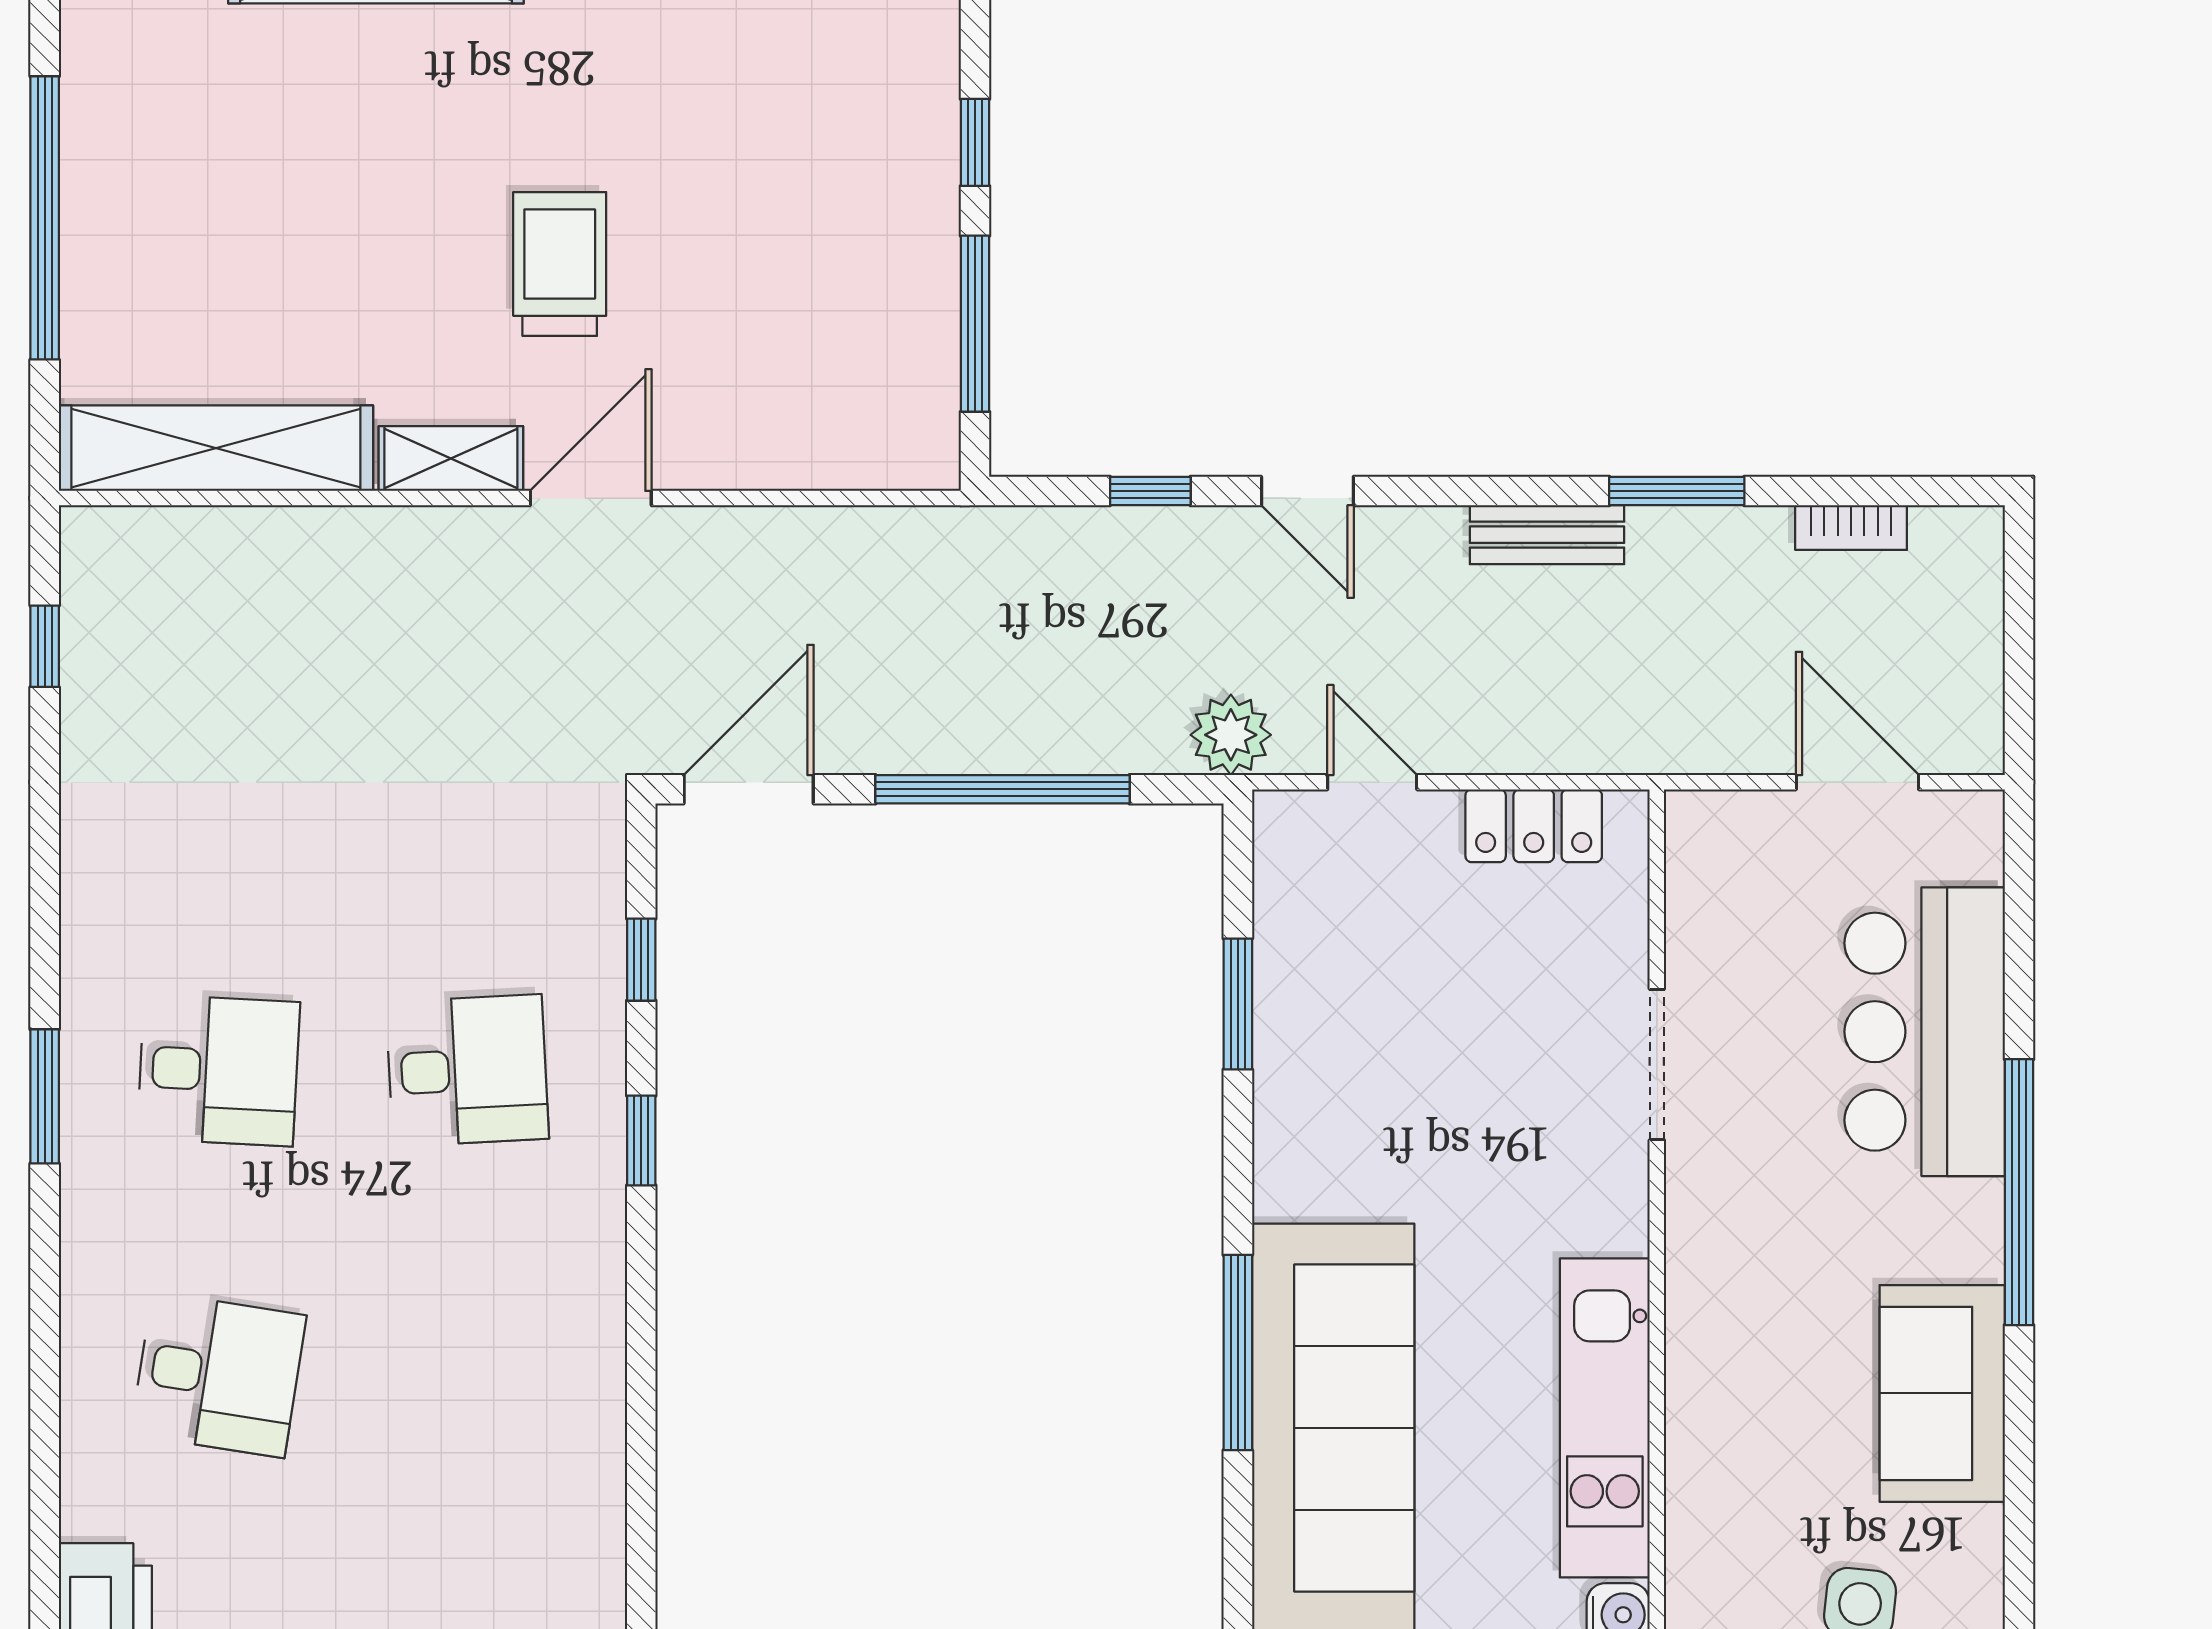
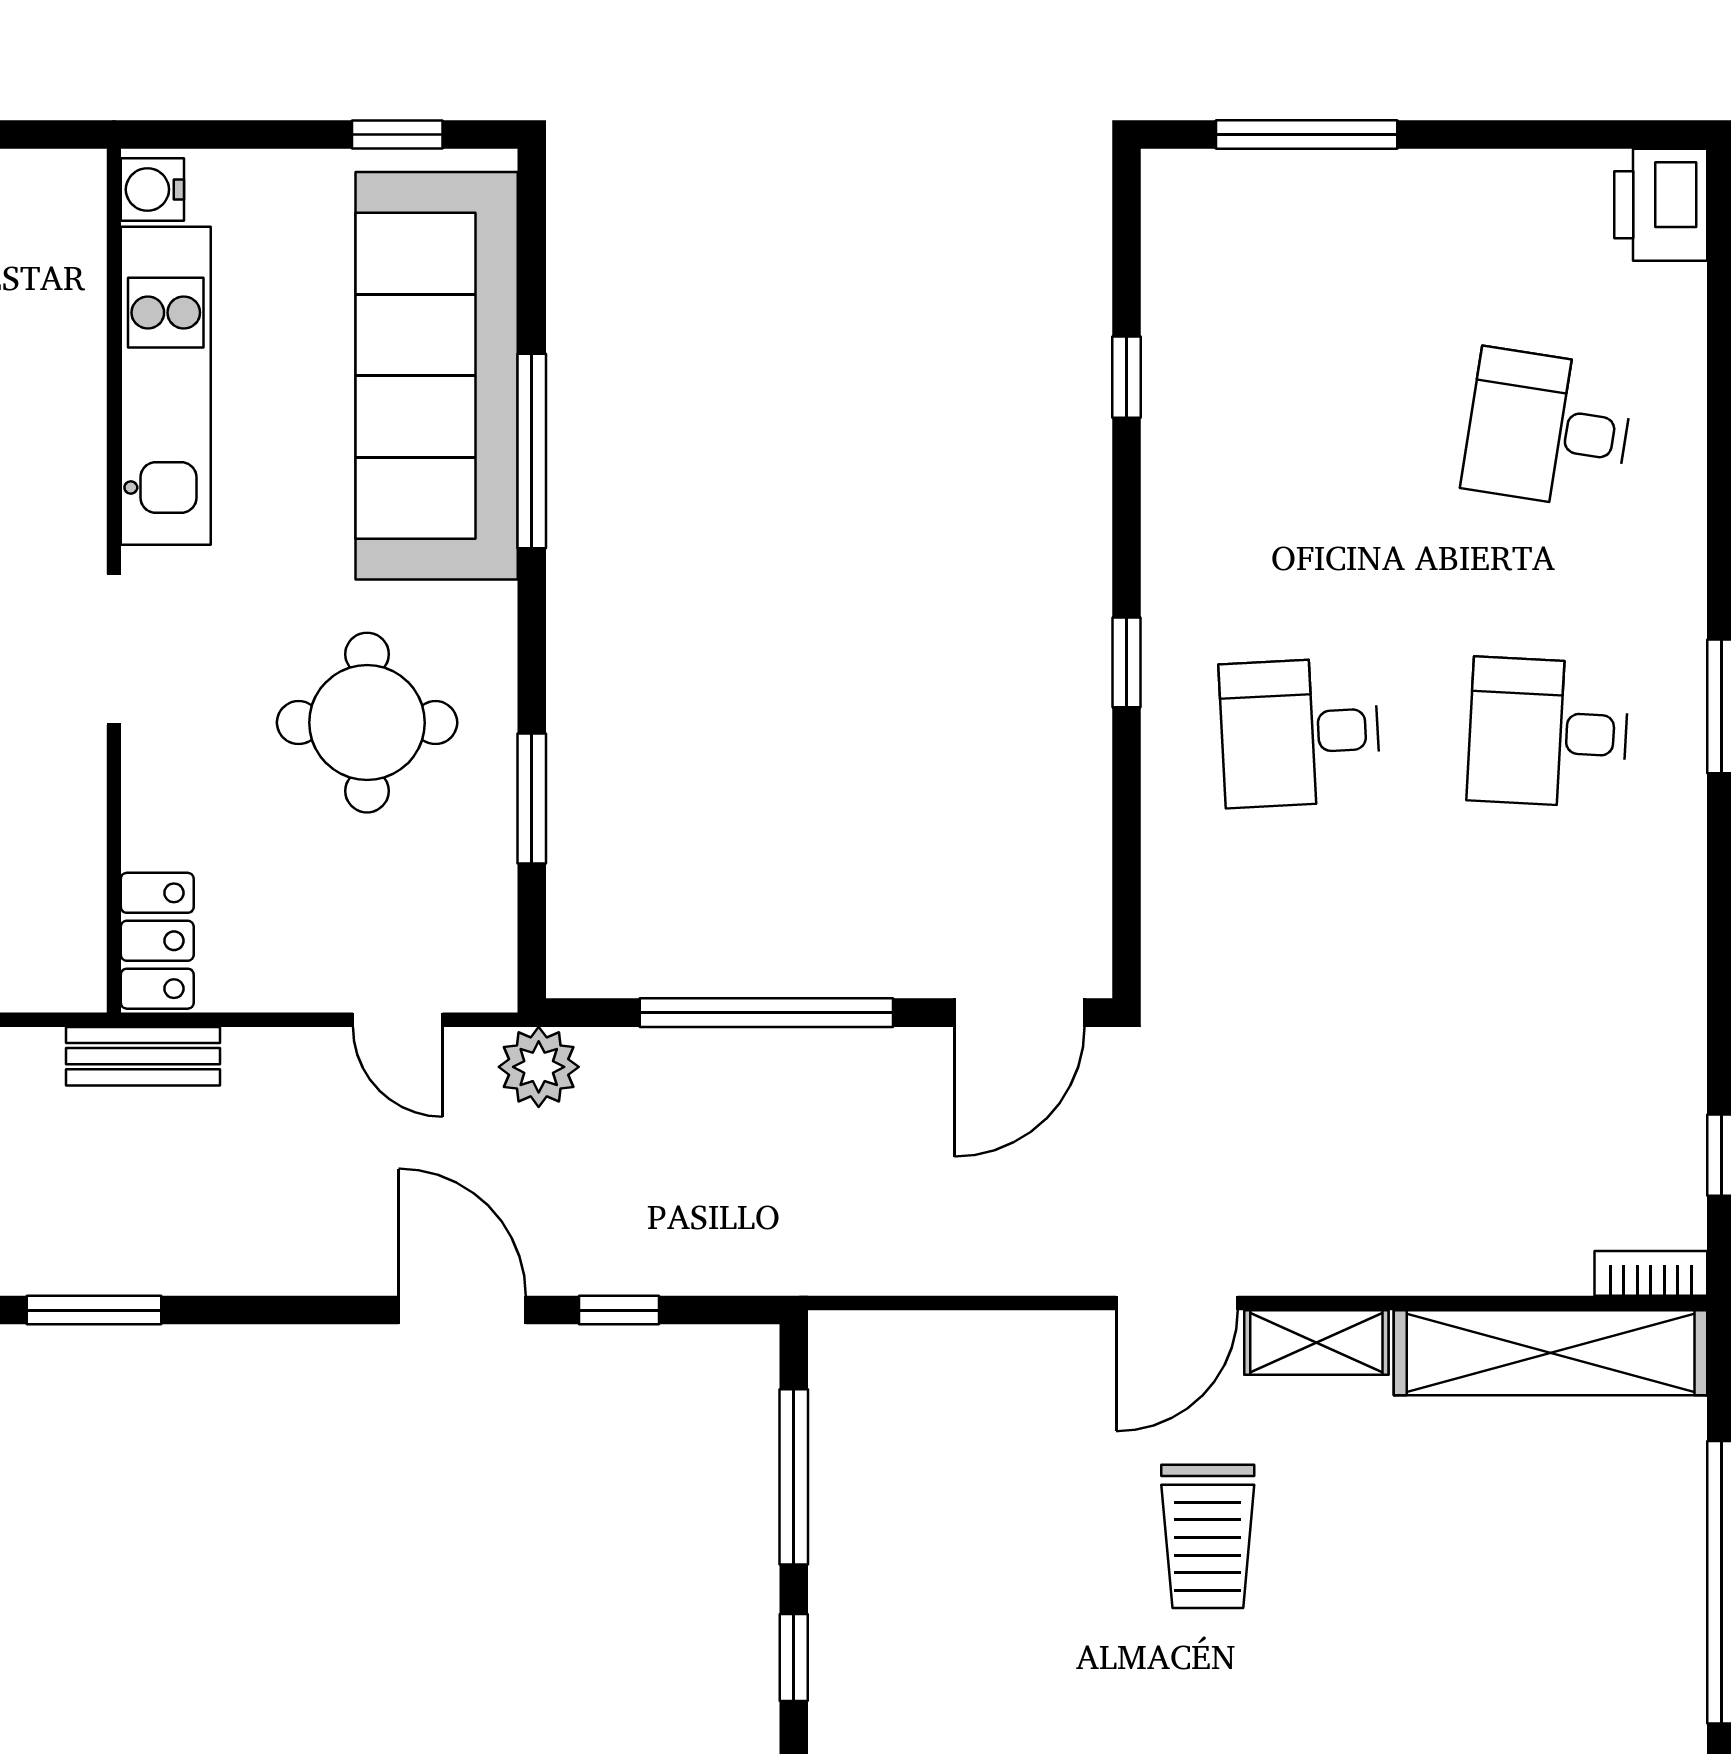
door: (1307, 491) -> (462, 1310), width x1.38
bookcase: (115, 528) -> (1651, 1273), added
bench: (1547, 535) -> (143, 1056), moved
locker: (1534, 826) -> (157, 941), moved, turned 90
window: (641, 960) -> (1127, 377), moved
doorway: (1657, 1065) -> (114, 649), moved
round table: (1403, 1080) -> (367, 723), added

